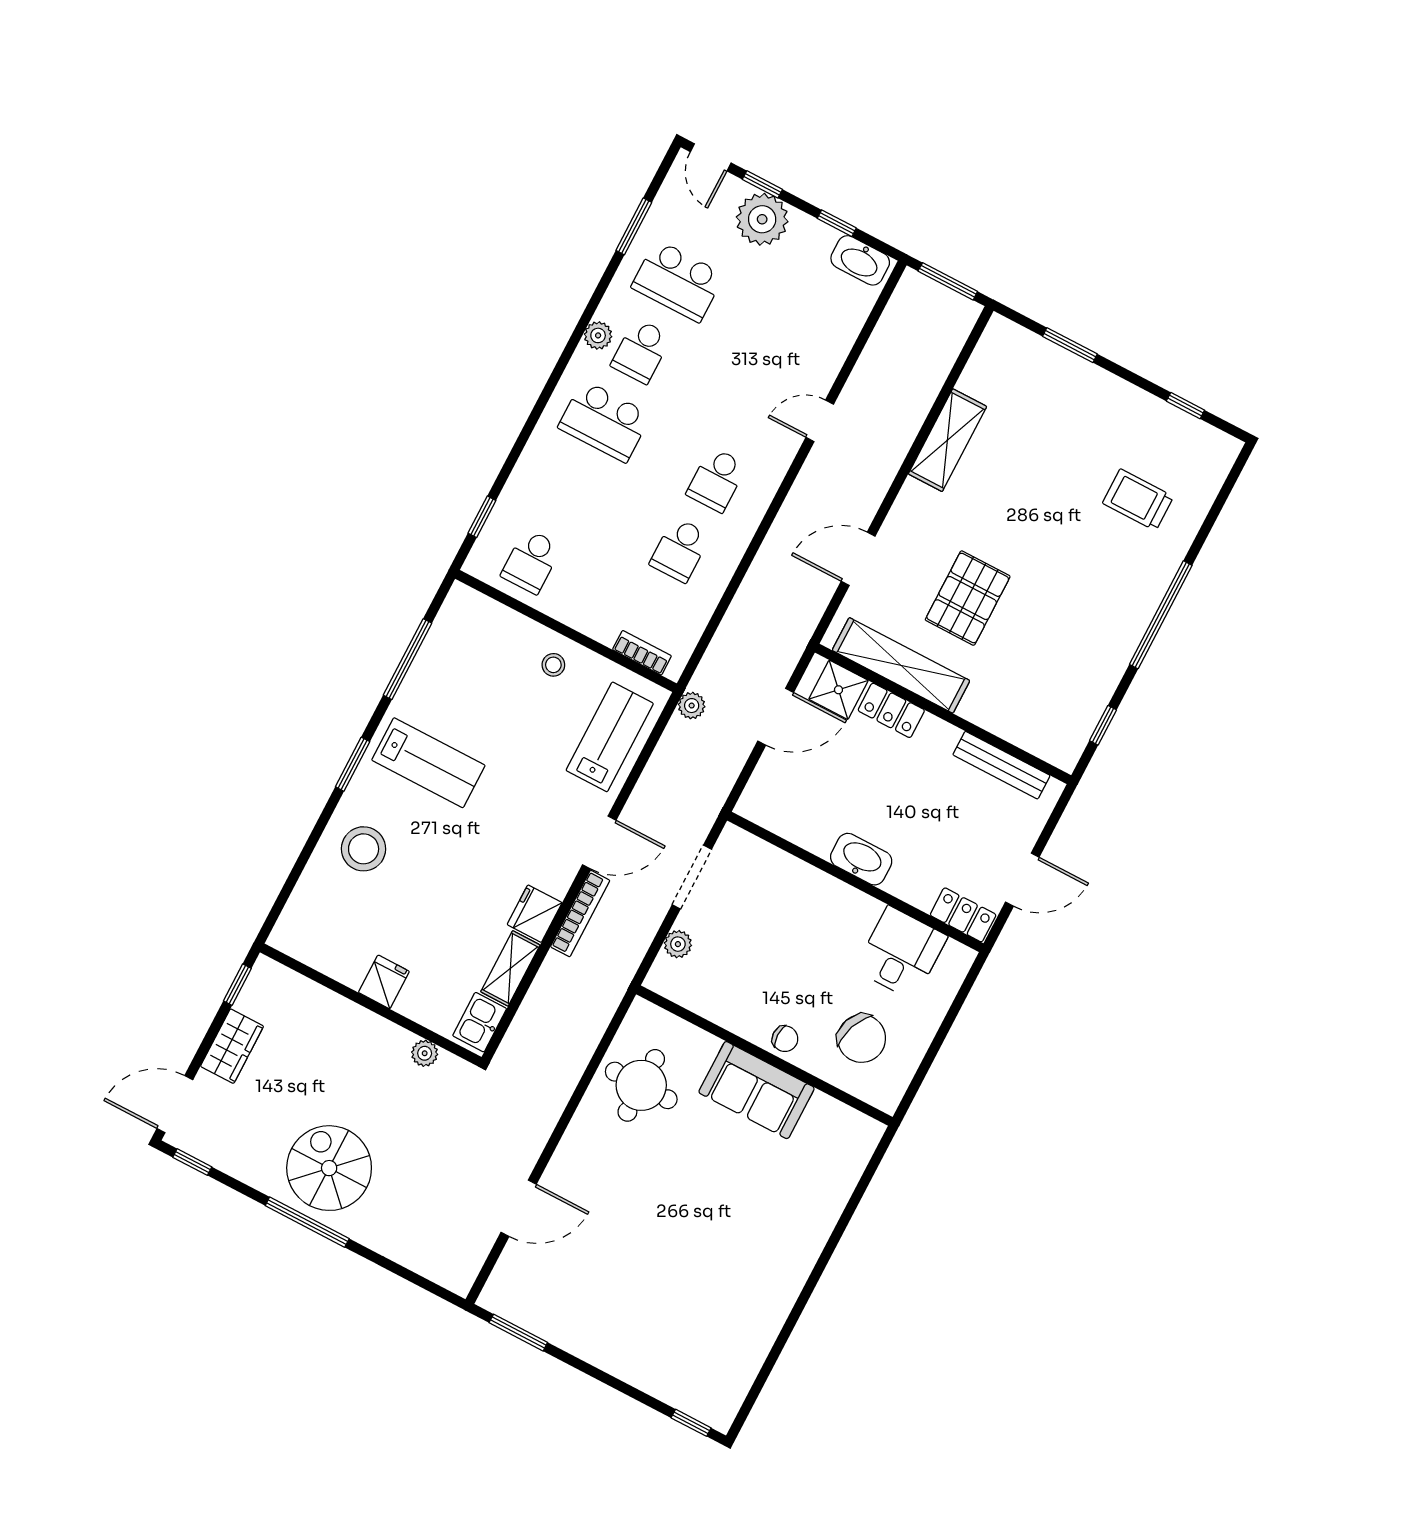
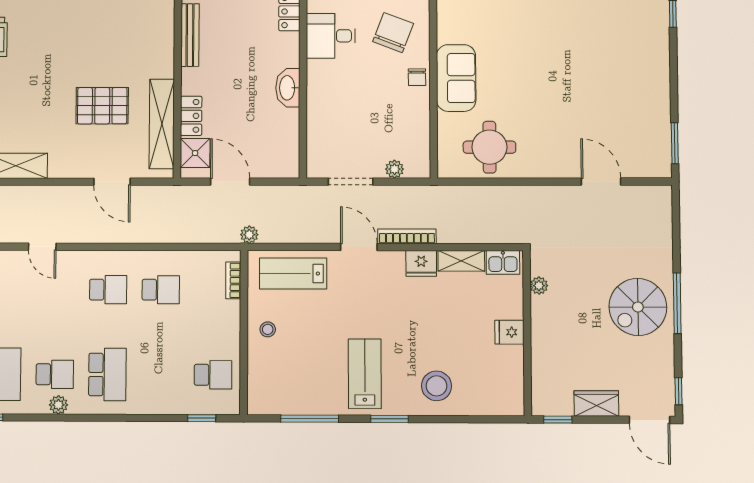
chair: (785, 1039) -> (417, 77), turned 180

